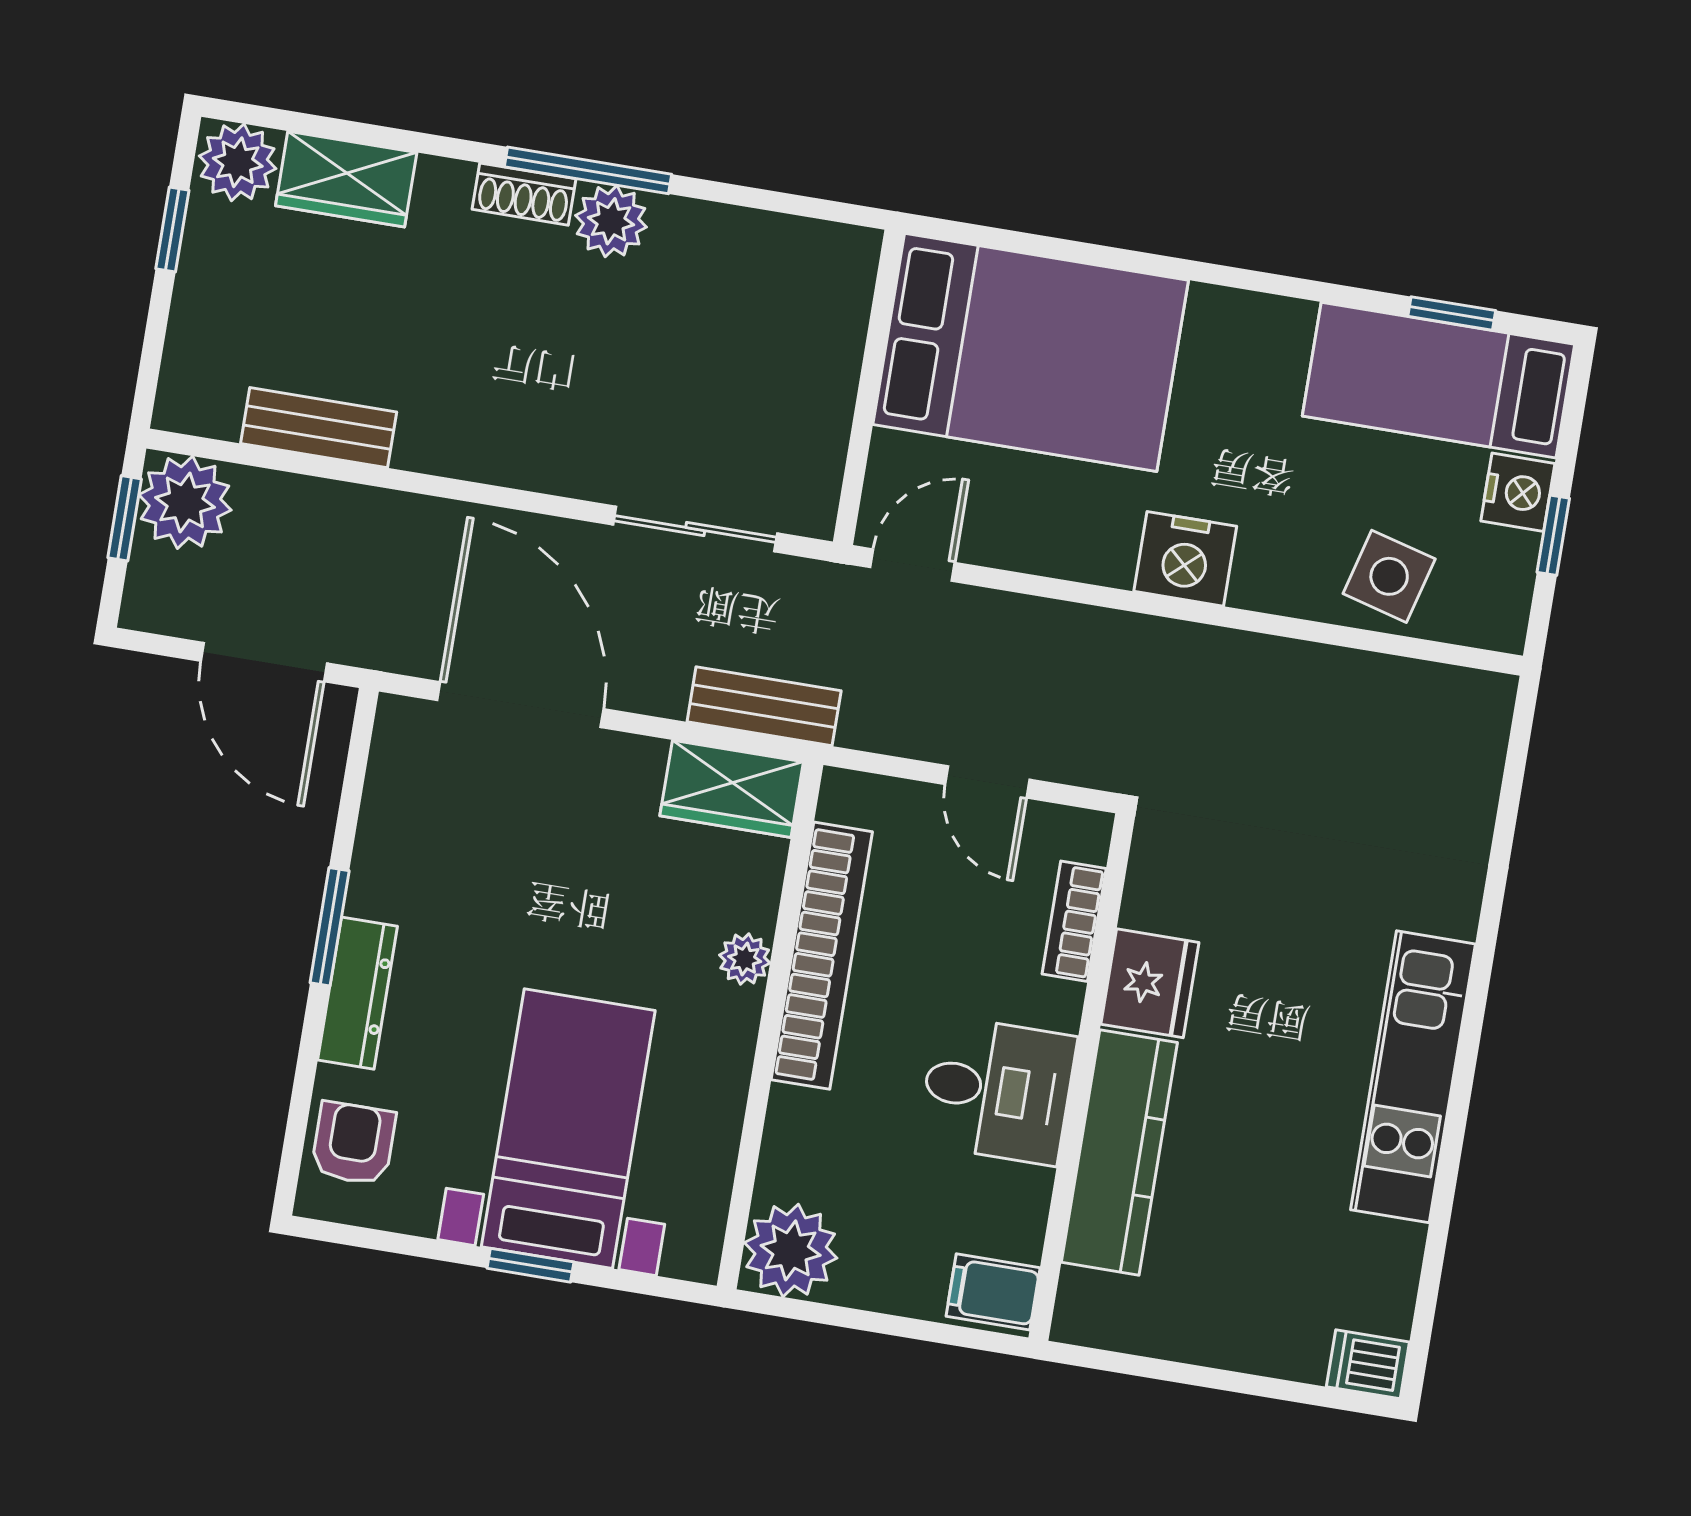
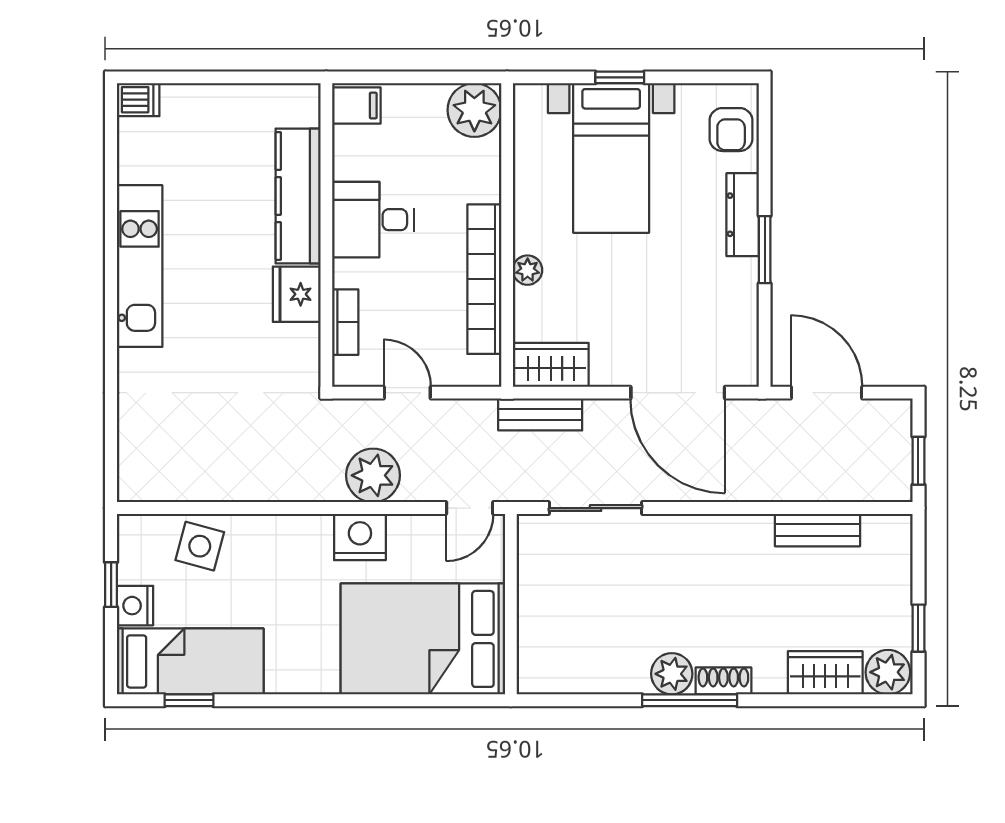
plant: (185, 502) -> (373, 475), moved
nightstand: (1185, 559) -> (360, 537), moved

